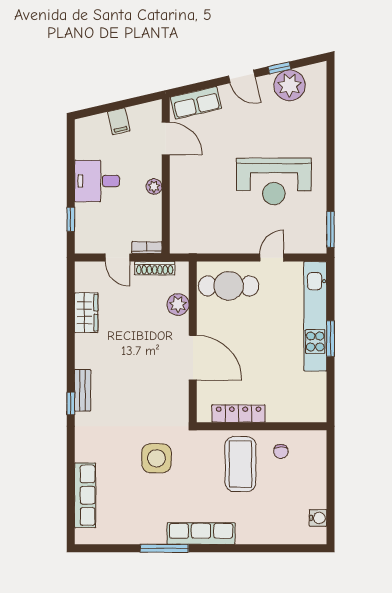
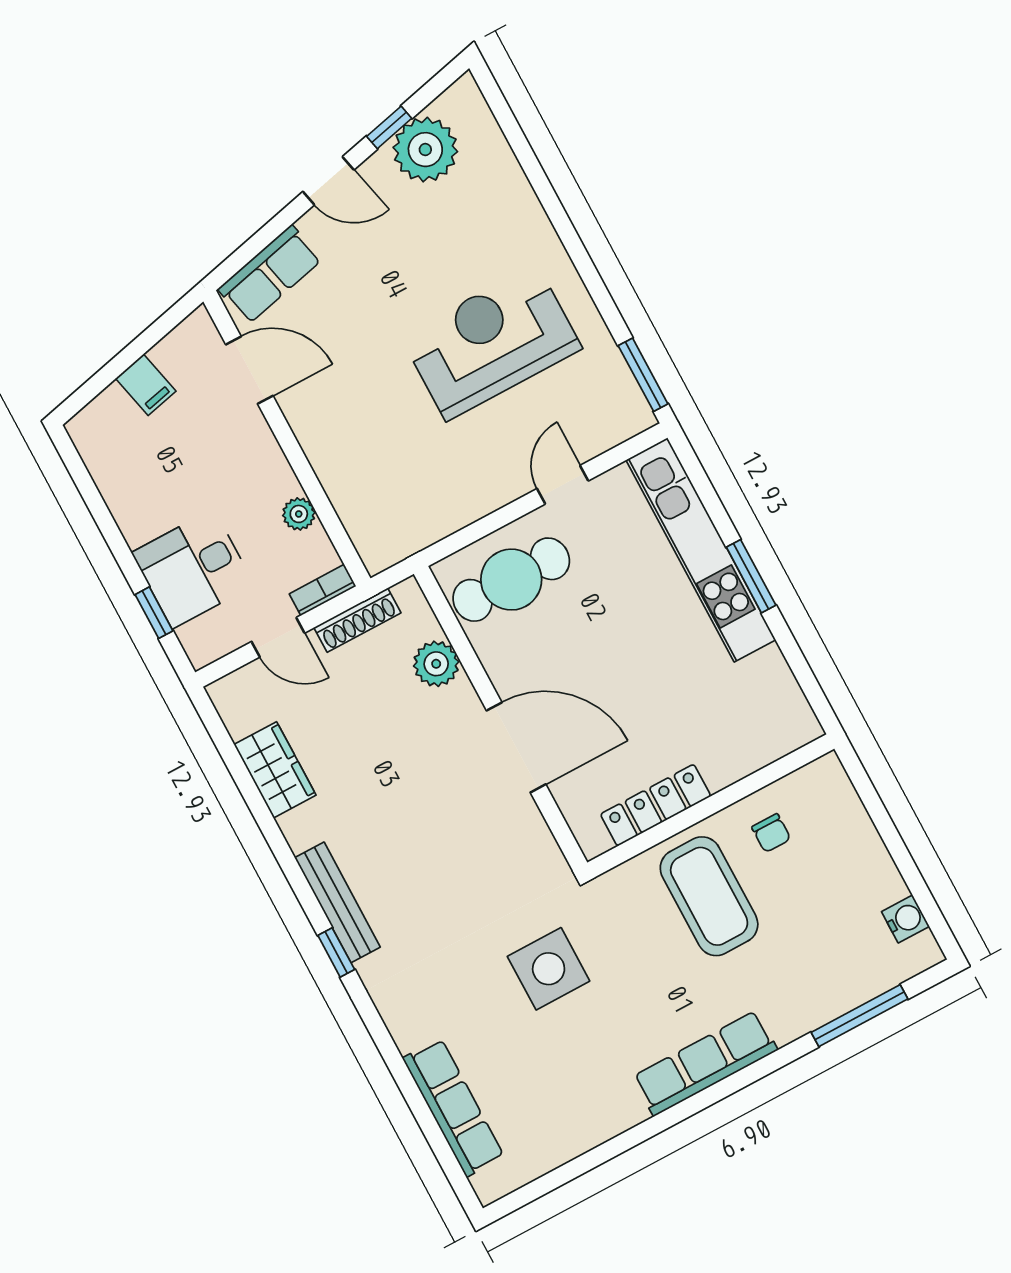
desk: (97, 181) -> (193, 569), moved
reception desk: (274, 181) -> (491, 342), turned 180
plant: (154, 186) -> (299, 514), moved
bench: (83, 390) -> (338, 902), width x1.36
window: (164, 548) -> (860, 1016), moved

